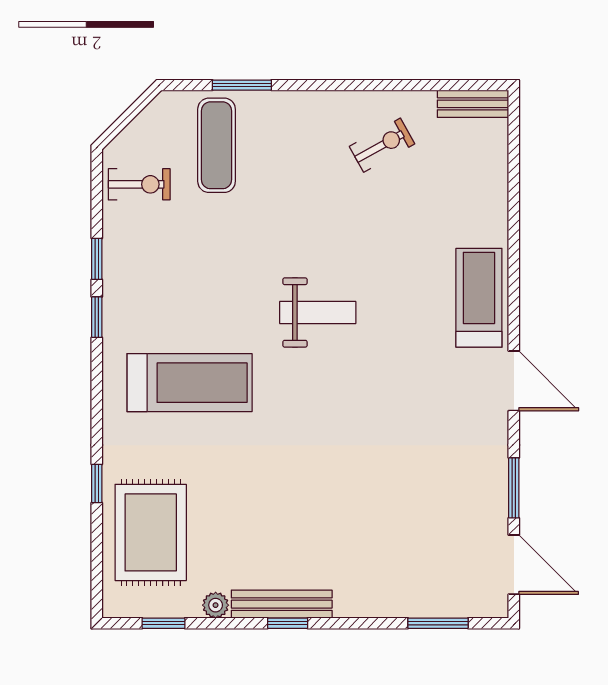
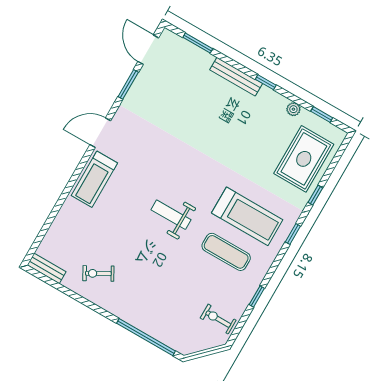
window: (242, 85) -> (146, 337), width x2.11
exercise mat: (217, 145) -> (226, 252), moved, turned 90
window: (97, 317) -> (293, 234), moved
door: (514, 381) -> (100, 133), hinge flipped
treadmill: (190, 383) -> (247, 216), turned 180
bench: (282, 604) -> (236, 77), moved

